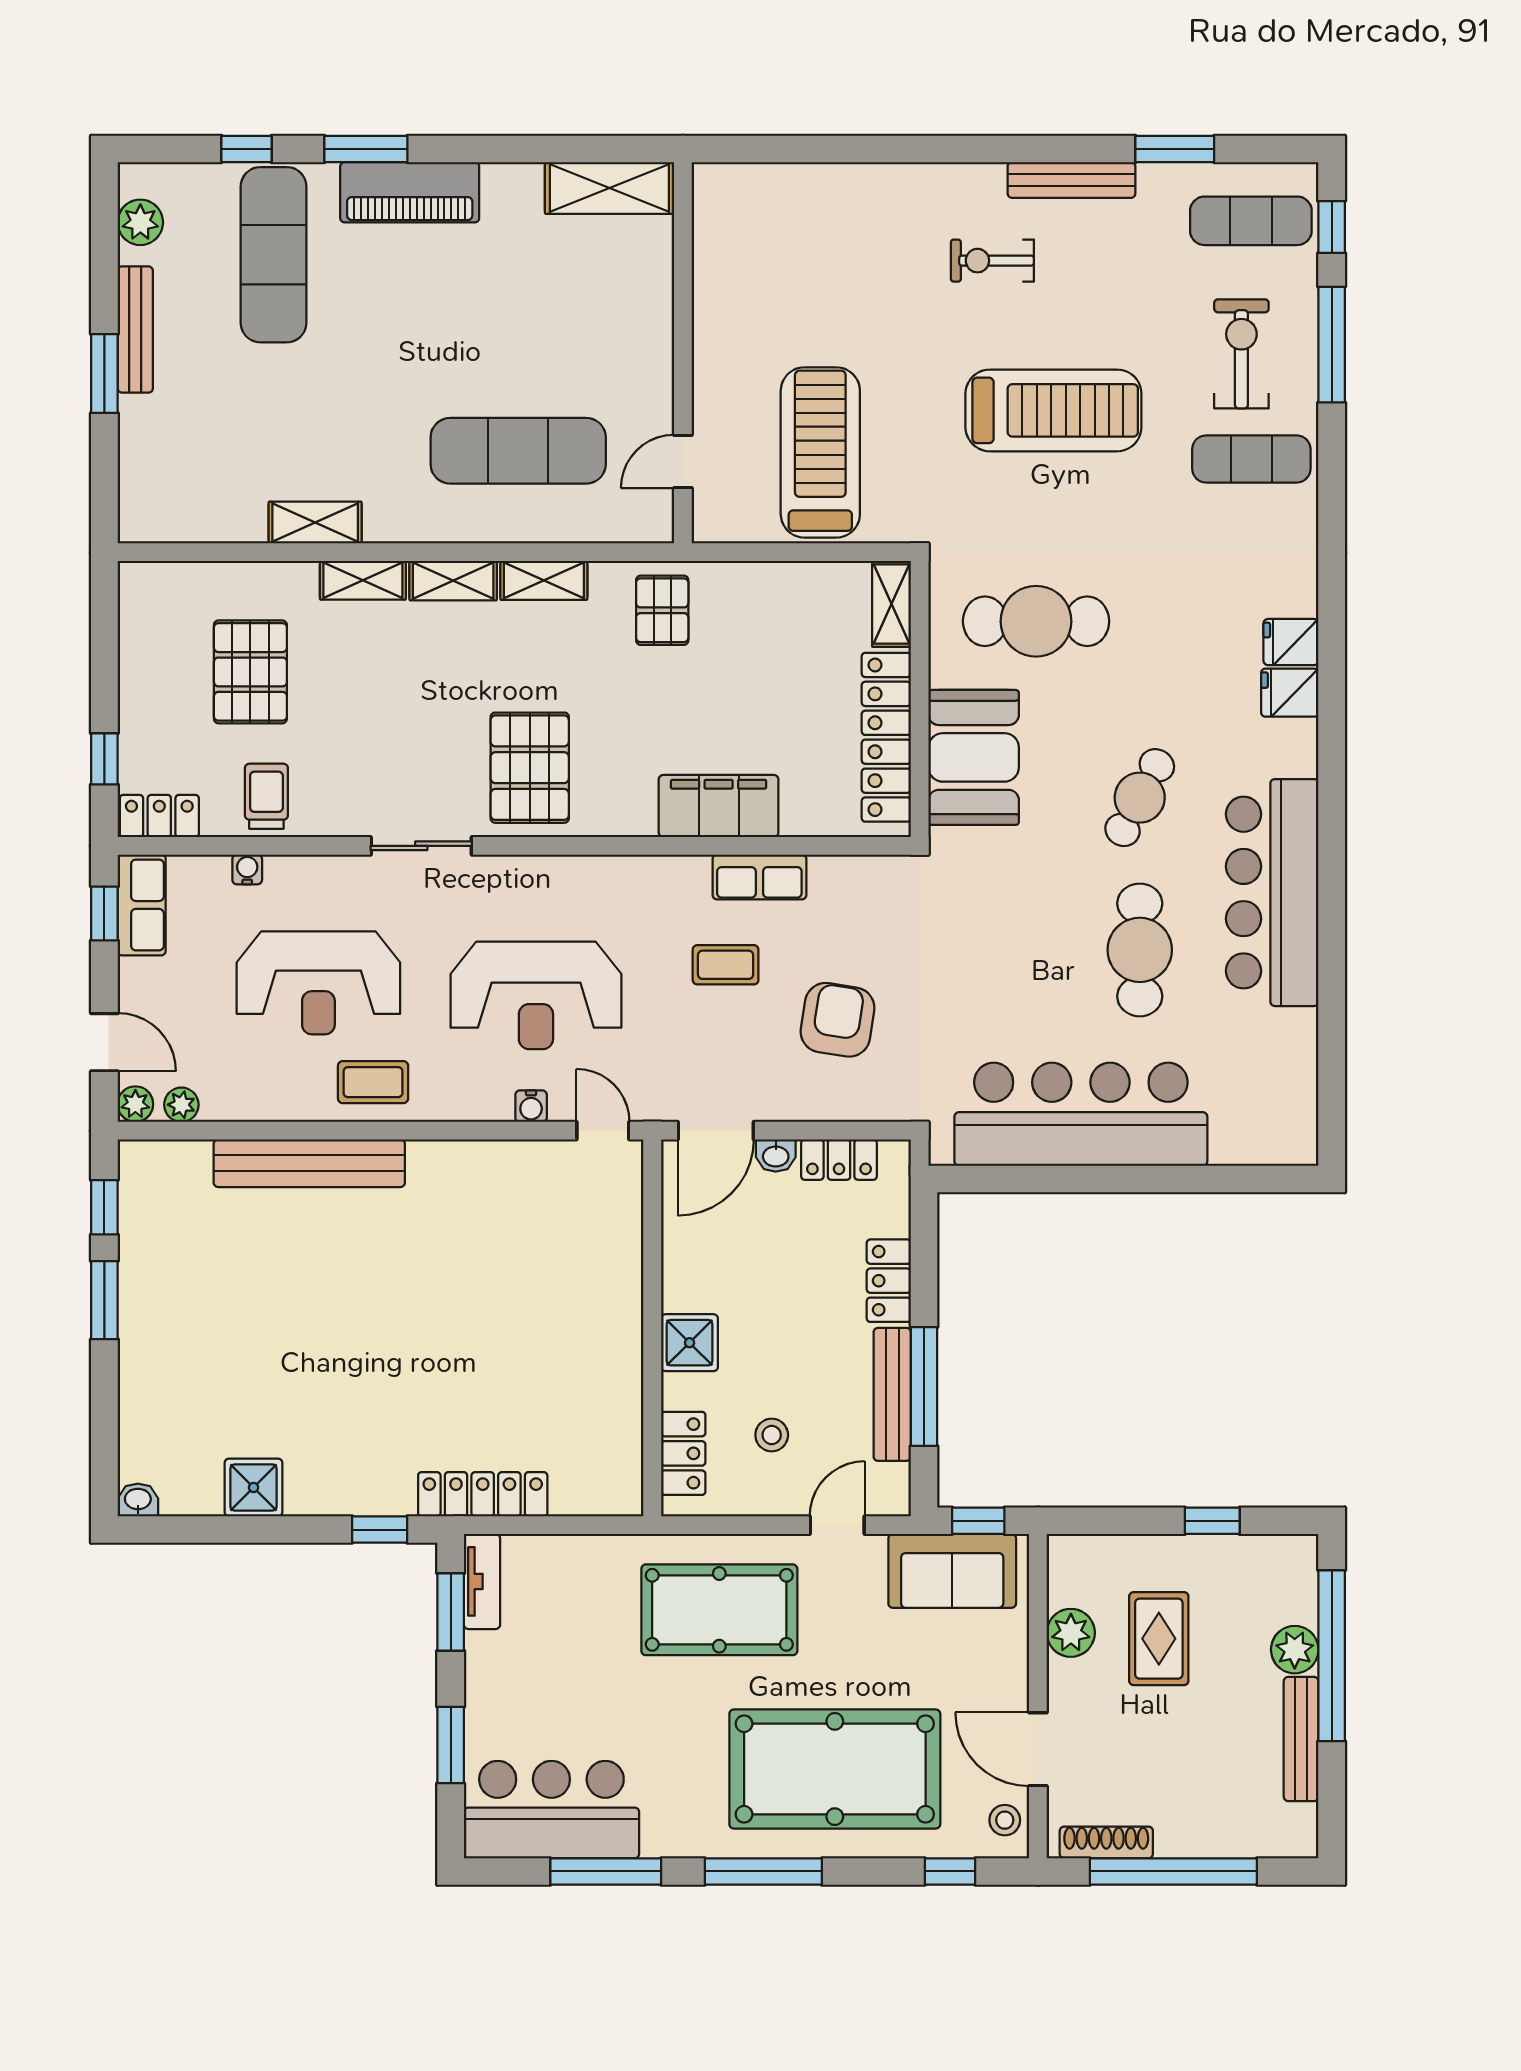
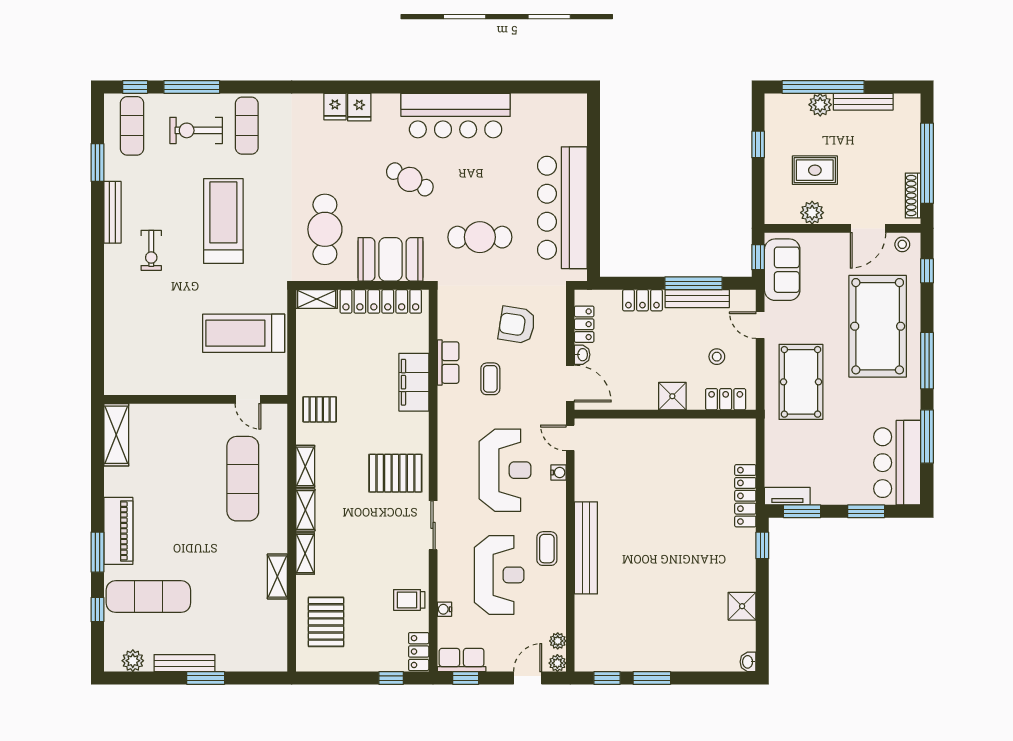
pallet: (250, 672) -> (326, 622), moved, turned 90
cafe table: (1140, 950) -> (480, 237), moved
door: (603, 1131) -> (570, 438), hinge flipped
bench: (309, 1163) -> (586, 548), moved

